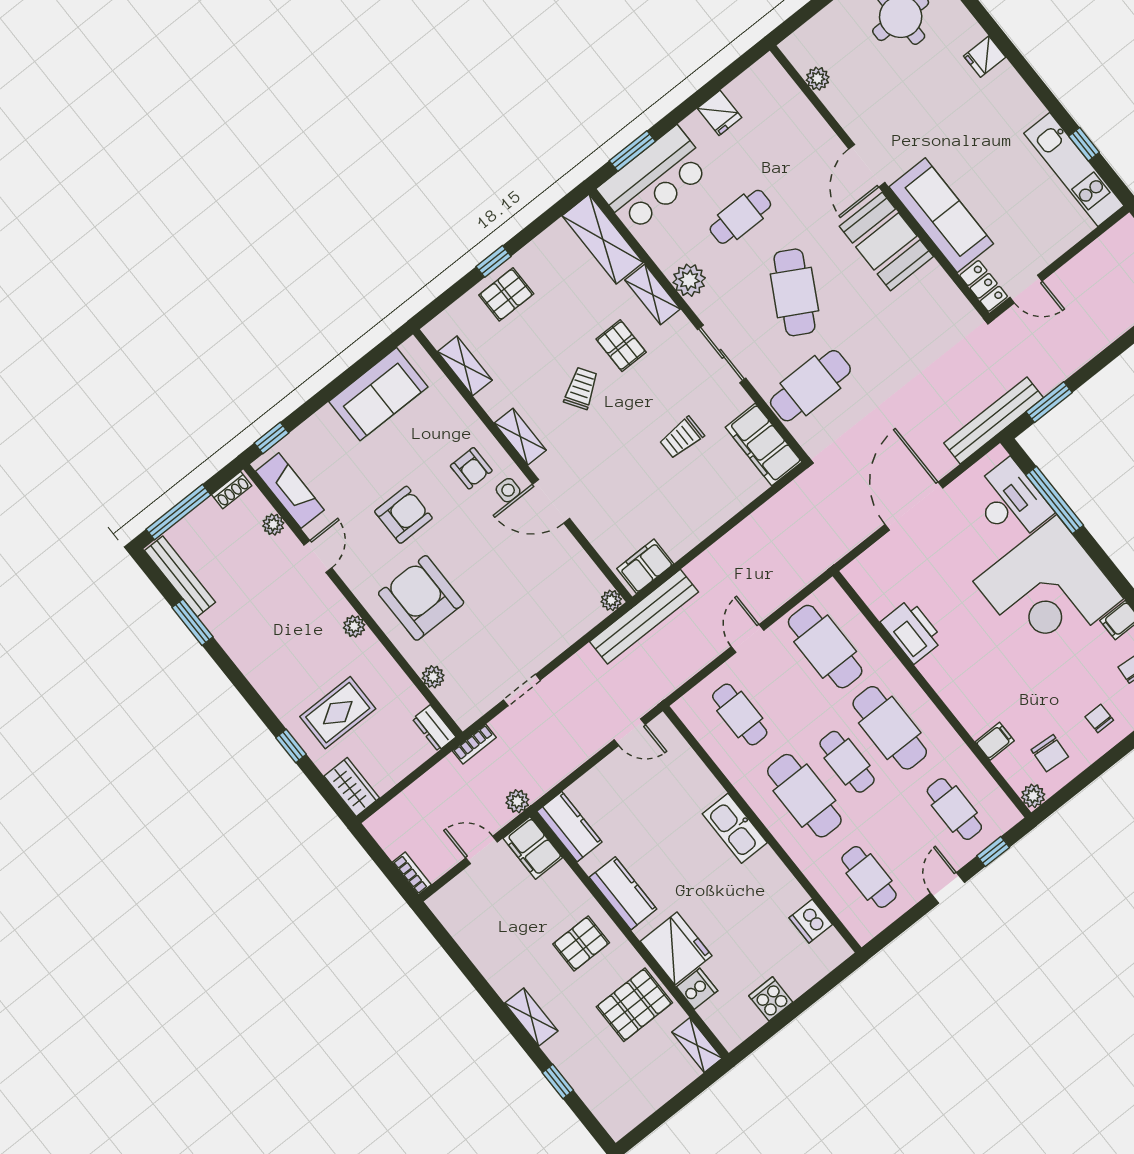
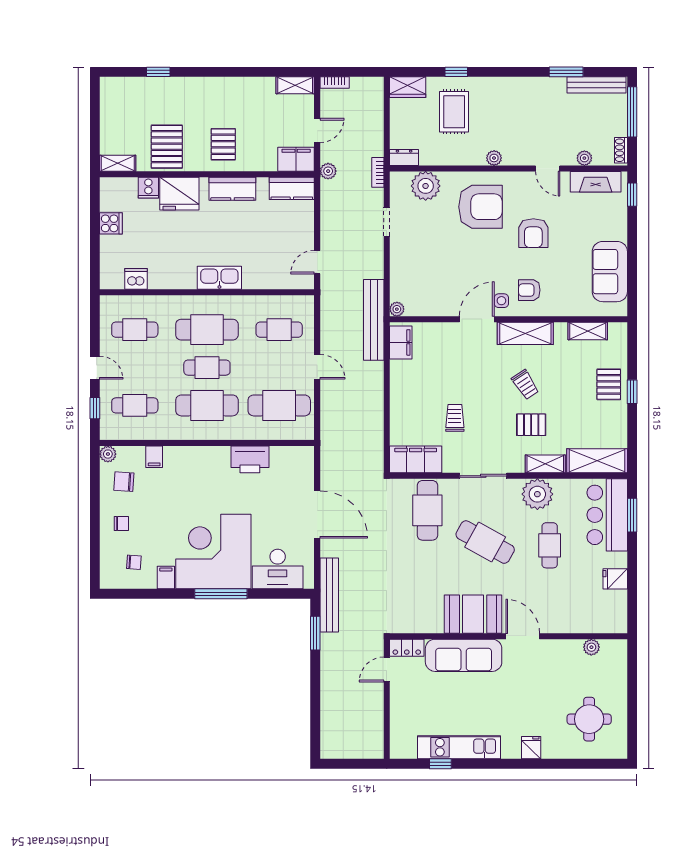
kitchen unit: (1074, 170) -> (459, 747), moved
plant: (689, 280) -> (537, 494), width x1.36, depth x1.36
shelving: (520, 437) -> (525, 333), width x1.50, depth x1.33
window: (1055, 500) -> (221, 594), moved
plant: (433, 677) -> (426, 186), width x1.87, depth x1.87
shelving: (531, 1017) -> (295, 85), moved

